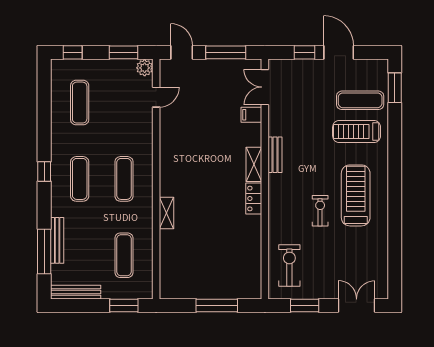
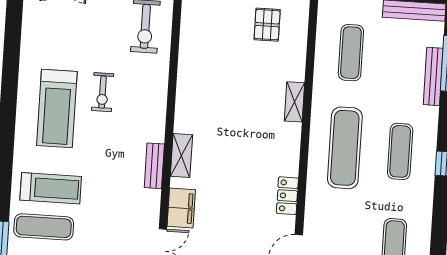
filing cabinet: (251, 115) -> (181, 208), width x2.00
exercise mat: (124, 179) -> (345, 148), width x1.36, depth x1.45
locker: (254, 199) -> (287, 196), moved, turned 180
pallet: (192, 273) -> (267, 25), added

